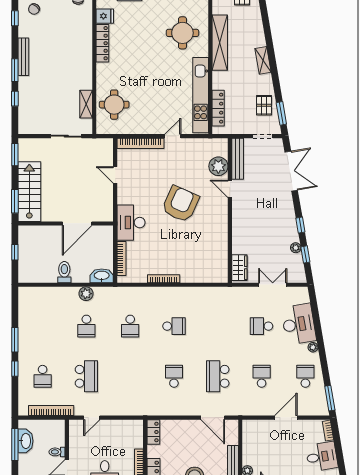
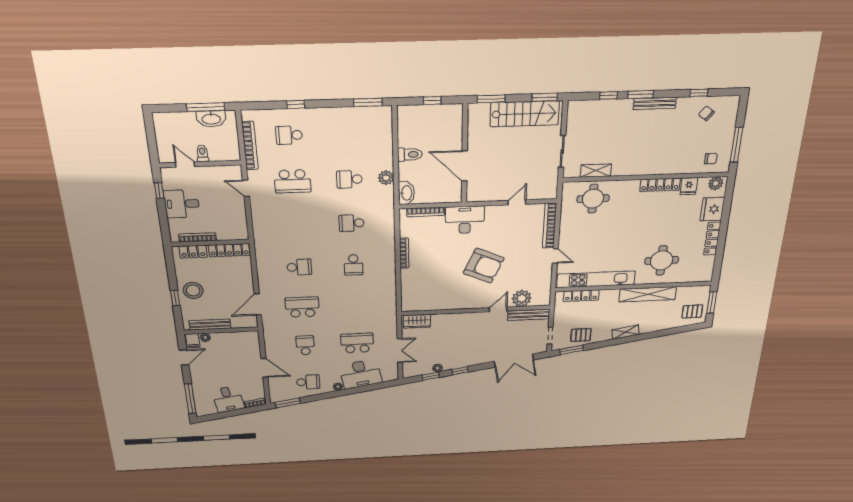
stairs: (29, 192) -> (525, 114), moved
school desk: (262, 326) -> (357, 343), width x1.85
window: (15, 340) -> (368, 102), moved
school desk: (262, 376) -> (305, 345), turned -90
locker: (153, 432) -> (229, 250), width x1.53

